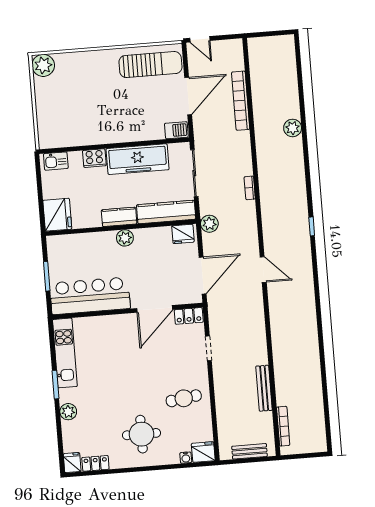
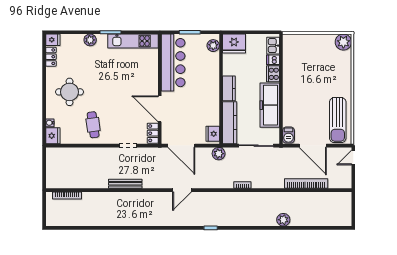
dishwasher: (75, 160) -> (273, 60), added
plant: (125, 238) -> (213, 46), moved
bench: (264, 388) -> (125, 184), moved
bench: (249, 451) -> (51, 169), removed

